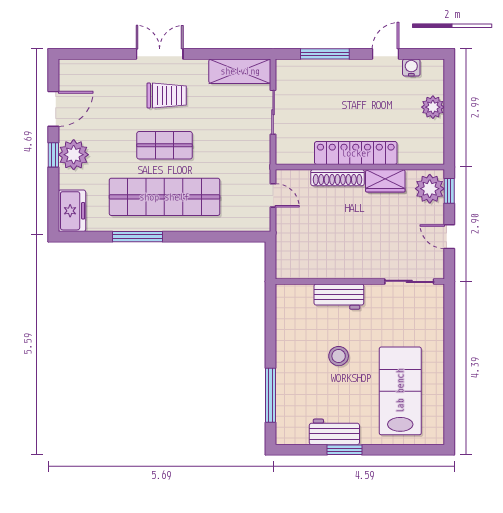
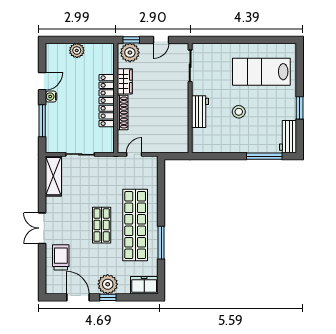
door: (386, 54) -> (42, 81), swing flipped
water cooler: (411, 67) -> (51, 97), moved
trolley: (167, 95) -> (61, 257), moved
workbench: (334, 432) -> (288, 137), moved

